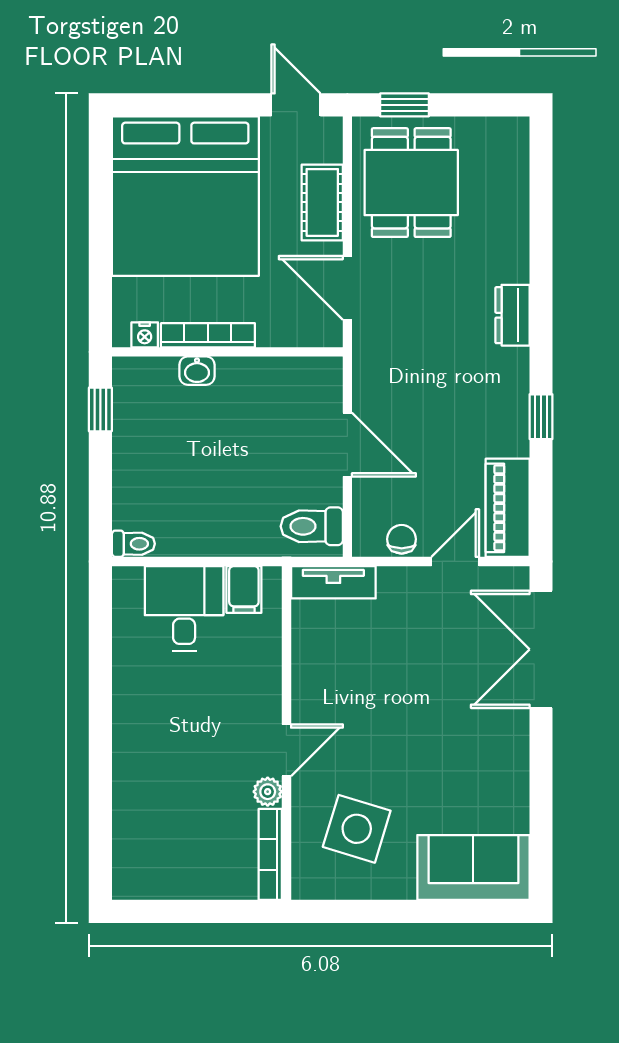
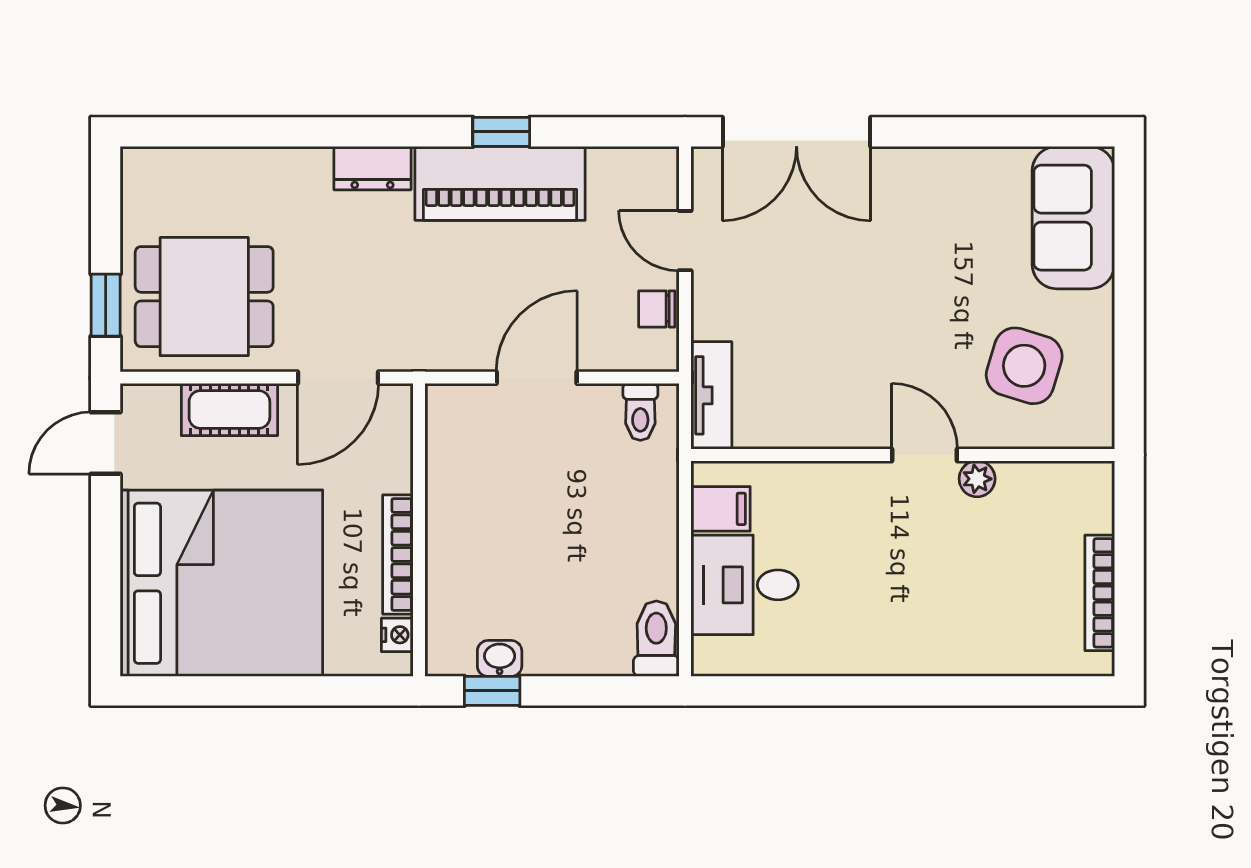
washbasin: (197, 371) -> (500, 658), moved, turned -90
piano: (508, 508) -> (500, 183), moved, width x1.37, depth x1.33
toilet: (312, 526) -> (640, 412), width x0.73, depth x0.72
toilet: (133, 544) -> (656, 639), width x1.37, depth x1.39
bookcase: (270, 854) -> (1100, 593), moved, turned 90

